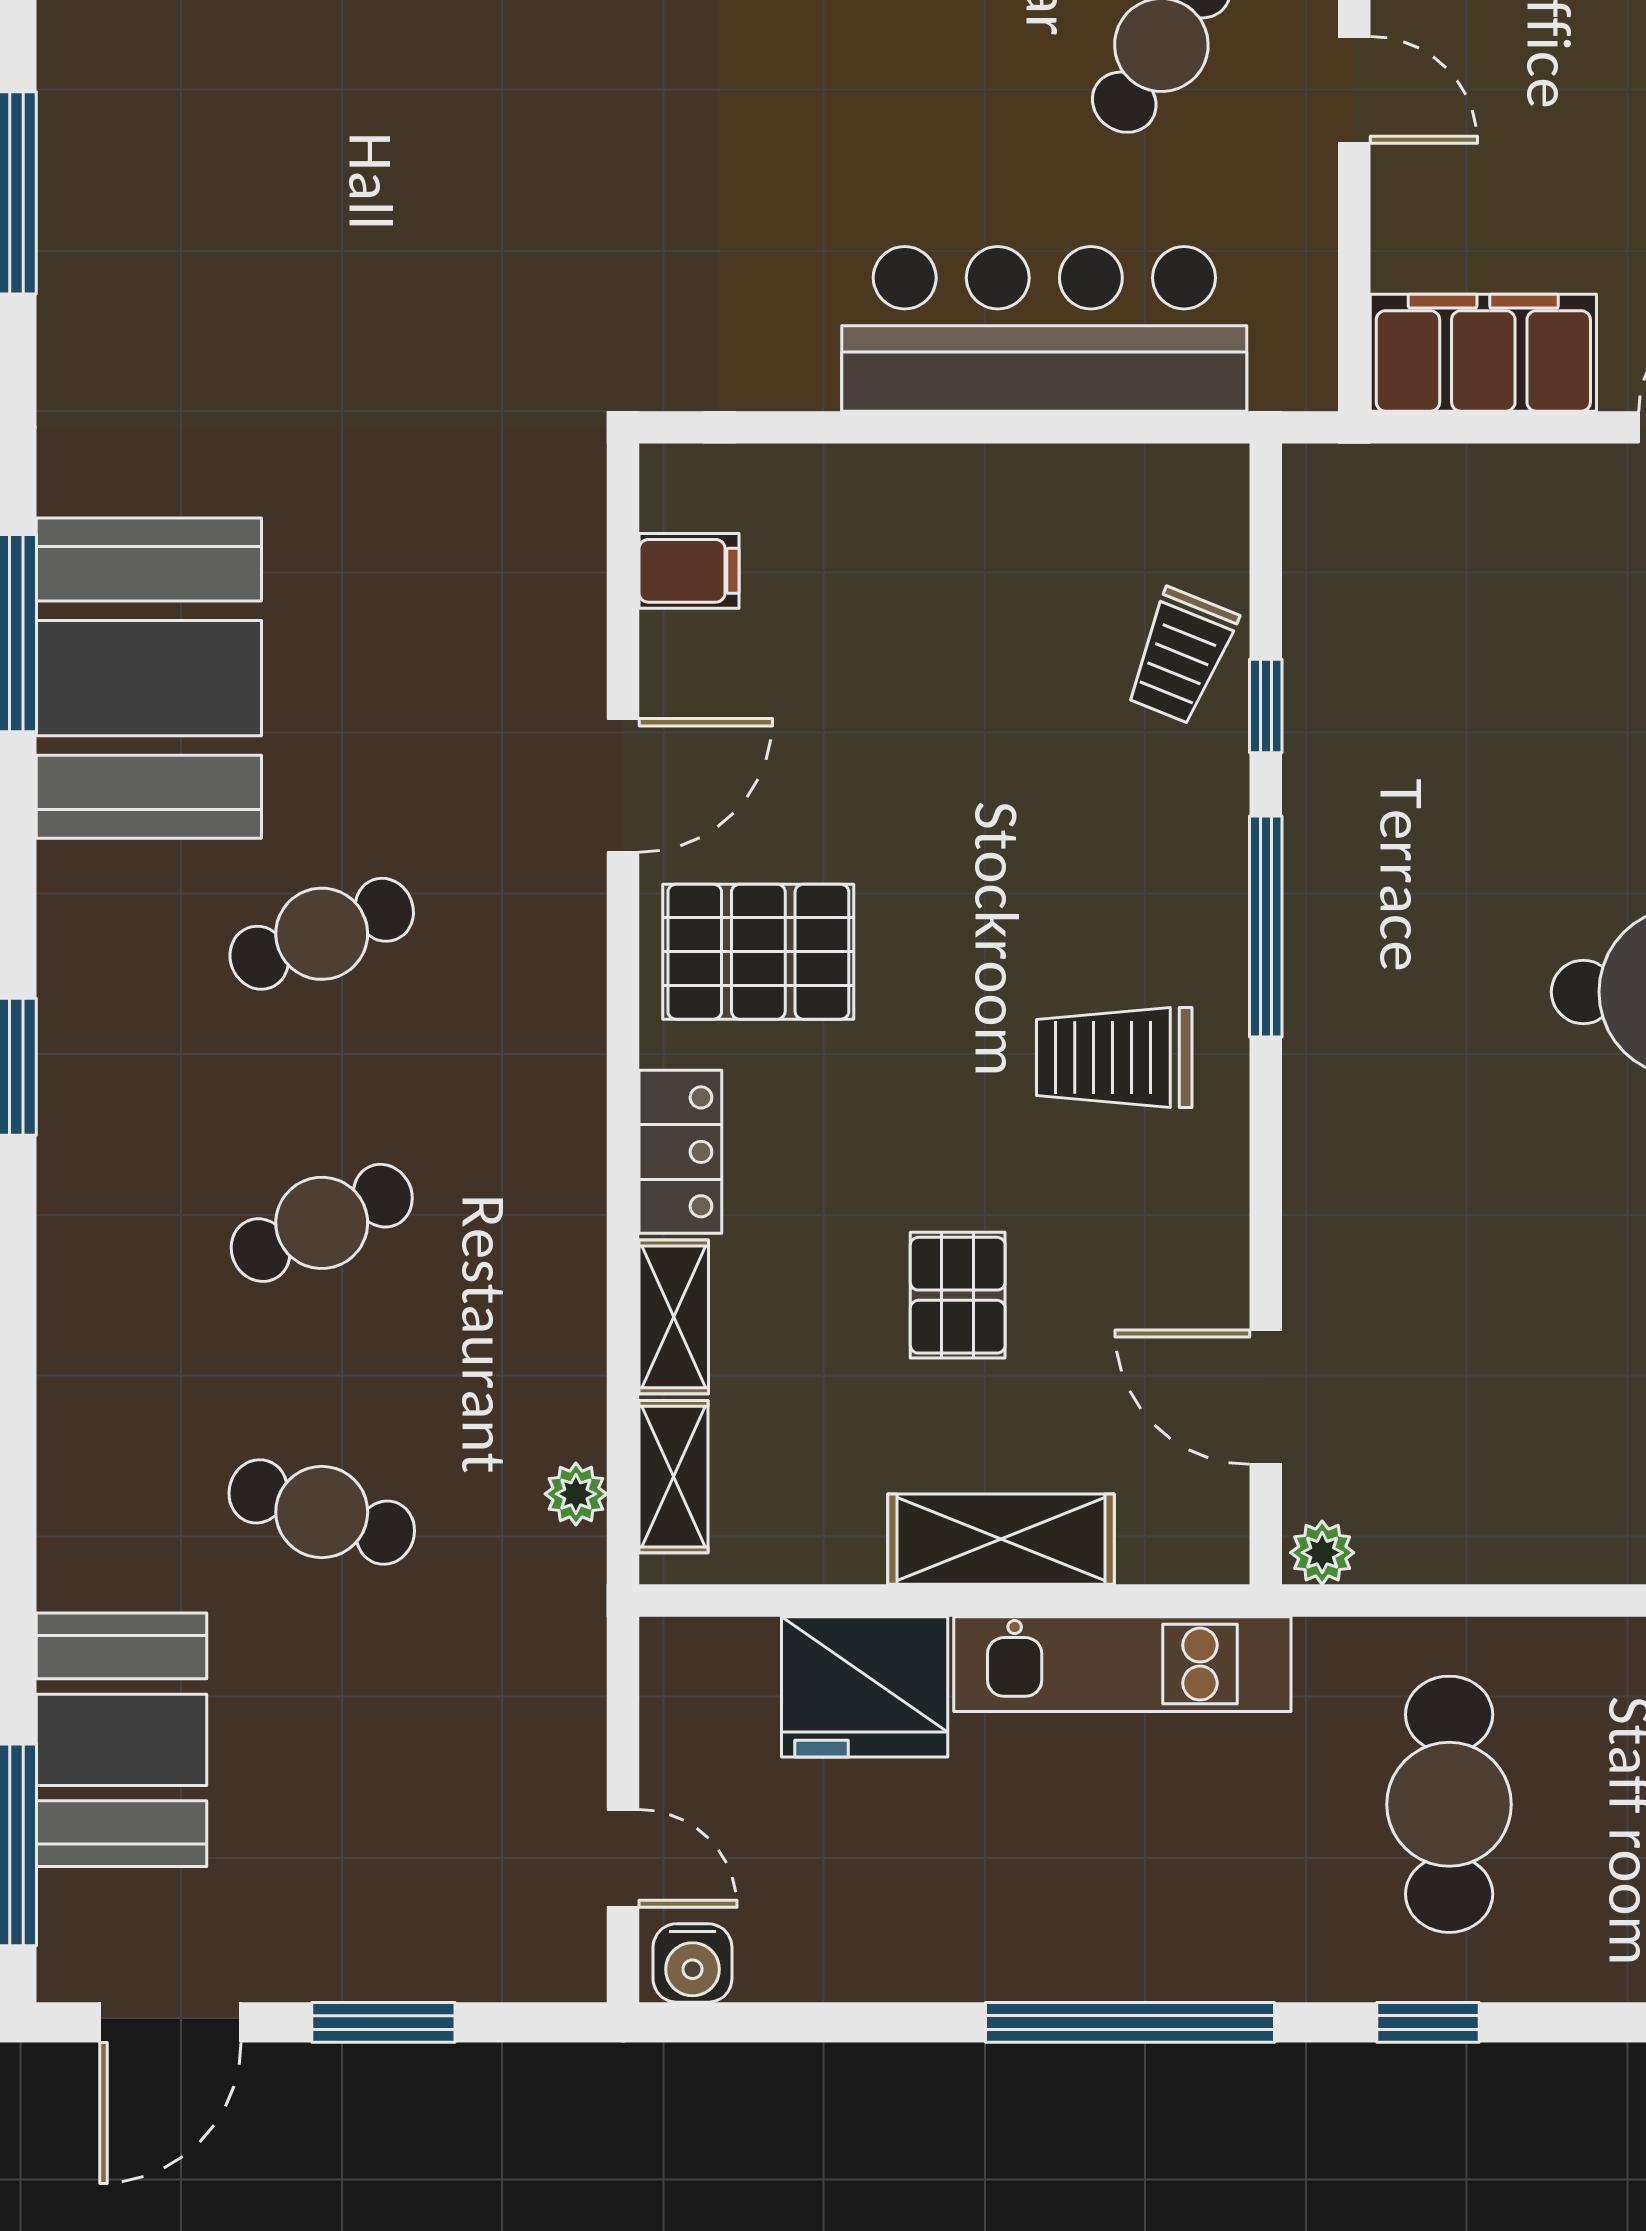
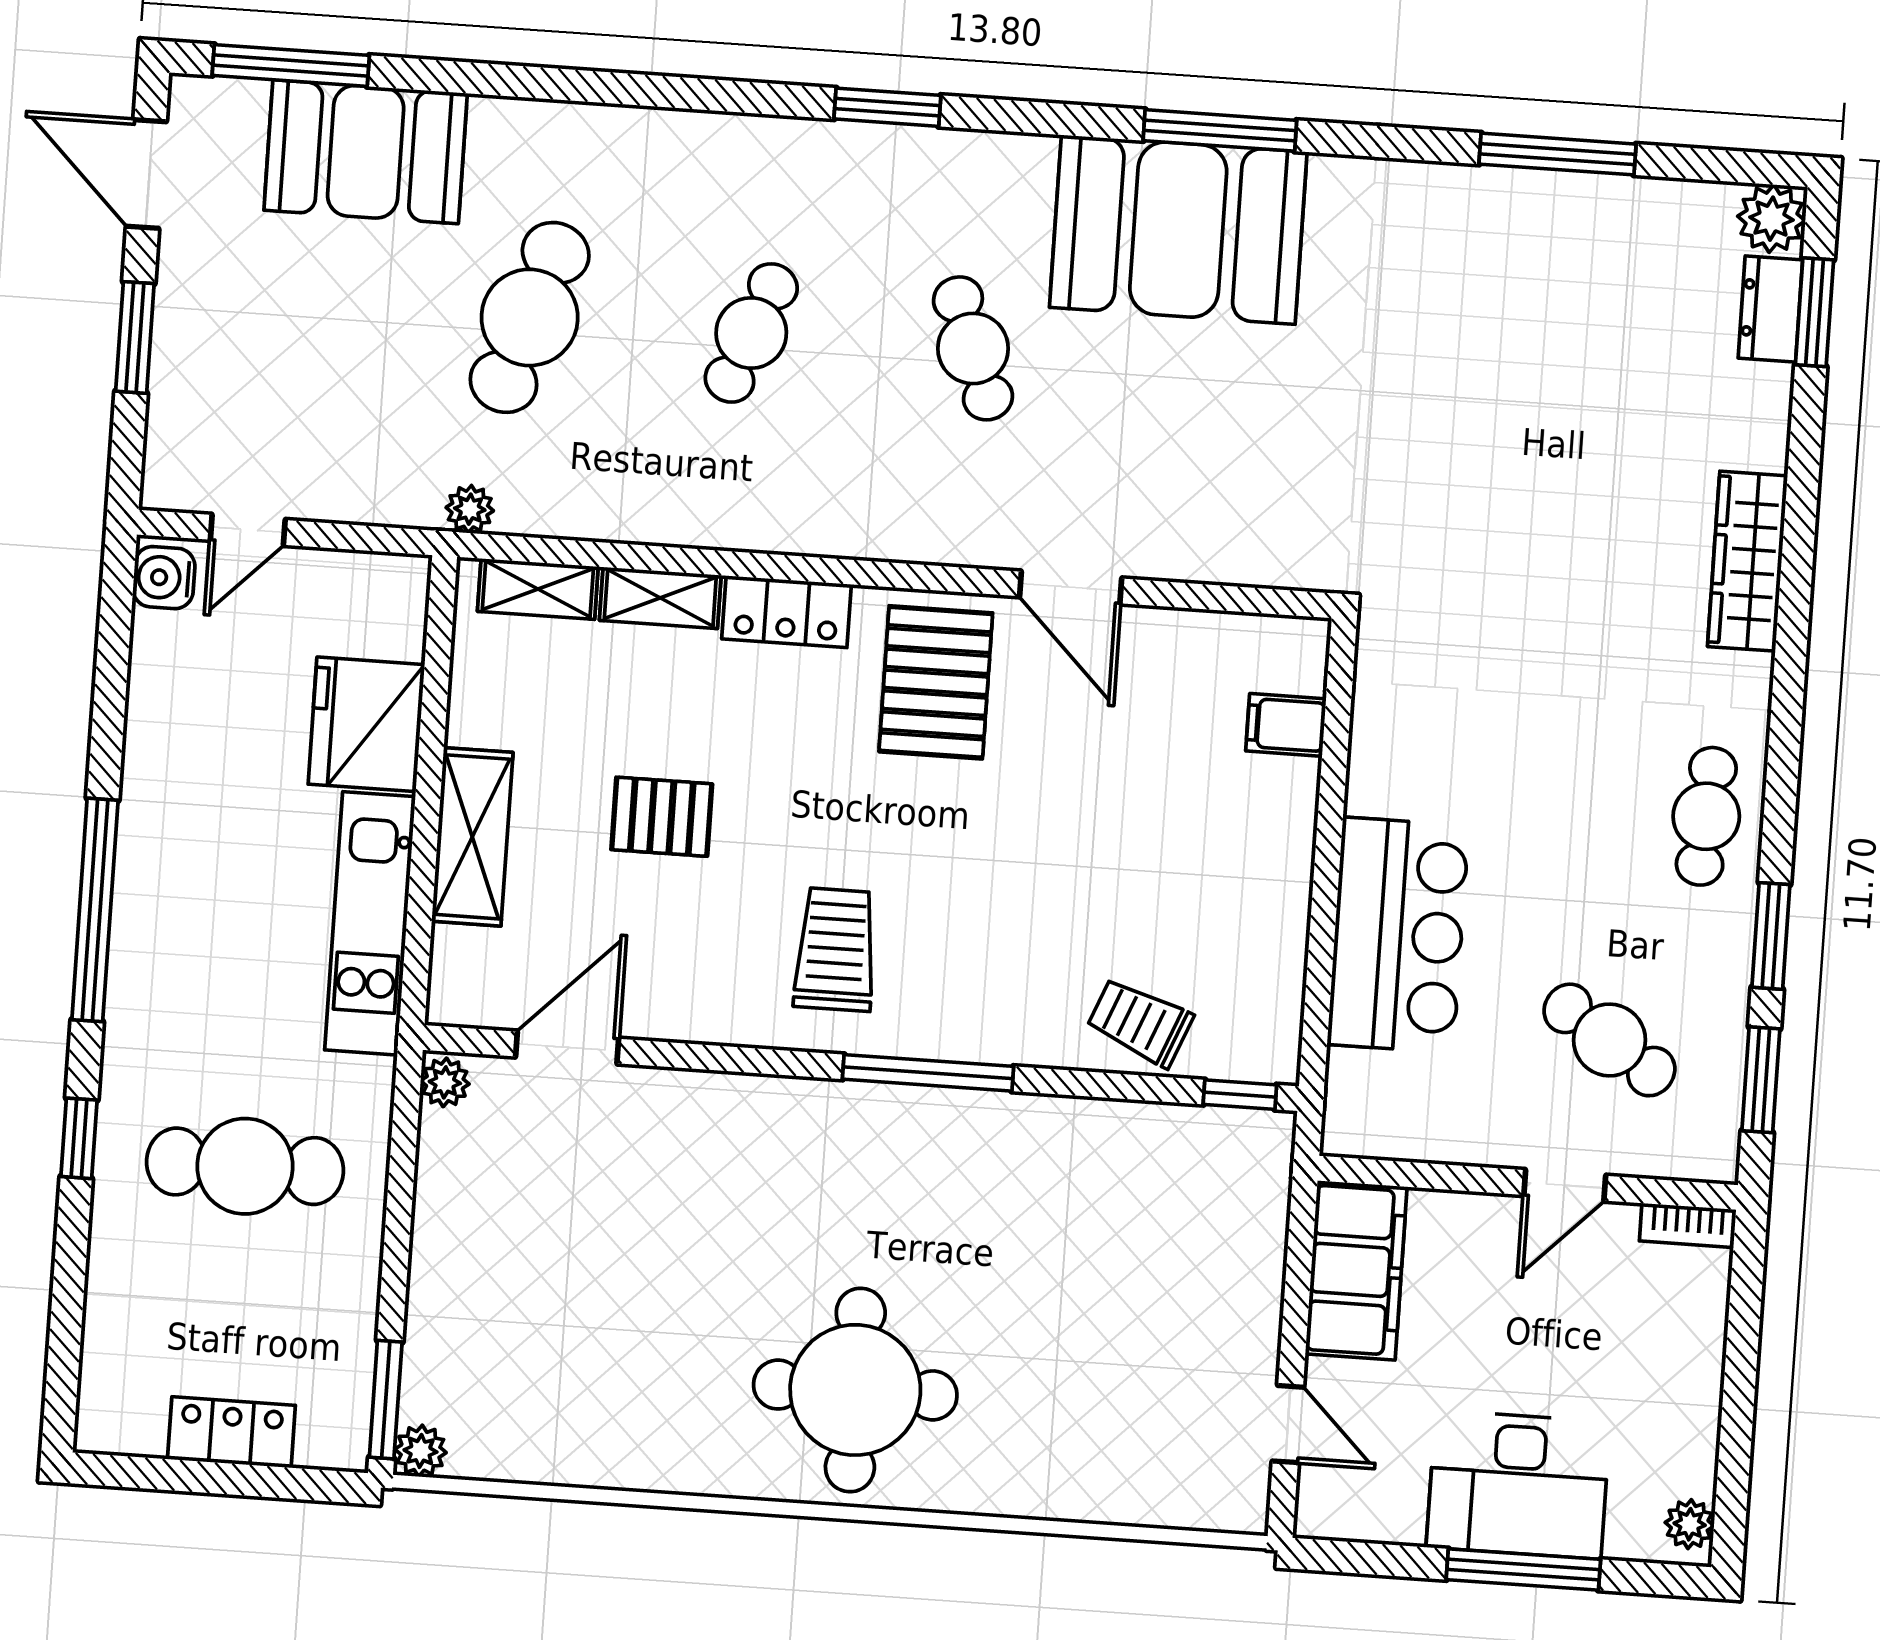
bar counter: (1044, 329) -> (1398, 935), width x0.73
filing cabinet: (689, 571) -> (1286, 725), moved, turned 90
window: (1266, 706) -> (1240, 1095), moved
cafe table: (322, 1223) -> (751, 333), turned 45
plant: (576, 1494) -> (470, 509), moved
cafe table: (322, 1512) -> (530, 317), width x1.37, depth x1.35

